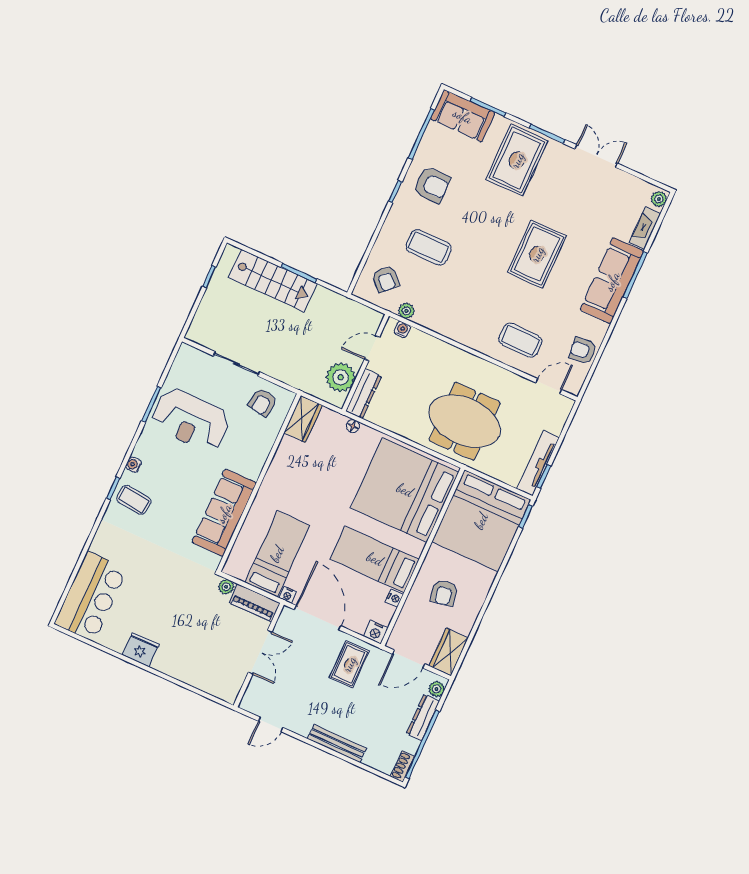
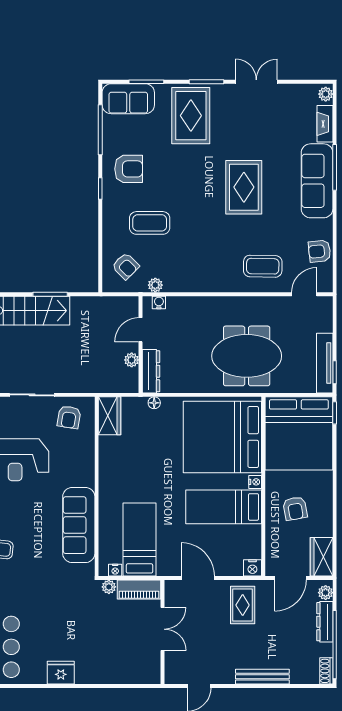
plant: (341, 377) -> (132, 360), width x0.53, depth x0.53
nightstand: (288, 595) -> (115, 570), moved
nightstand: (394, 598) -> (255, 482), moved
door: (318, 618) -> (198, 578), width x0.73

